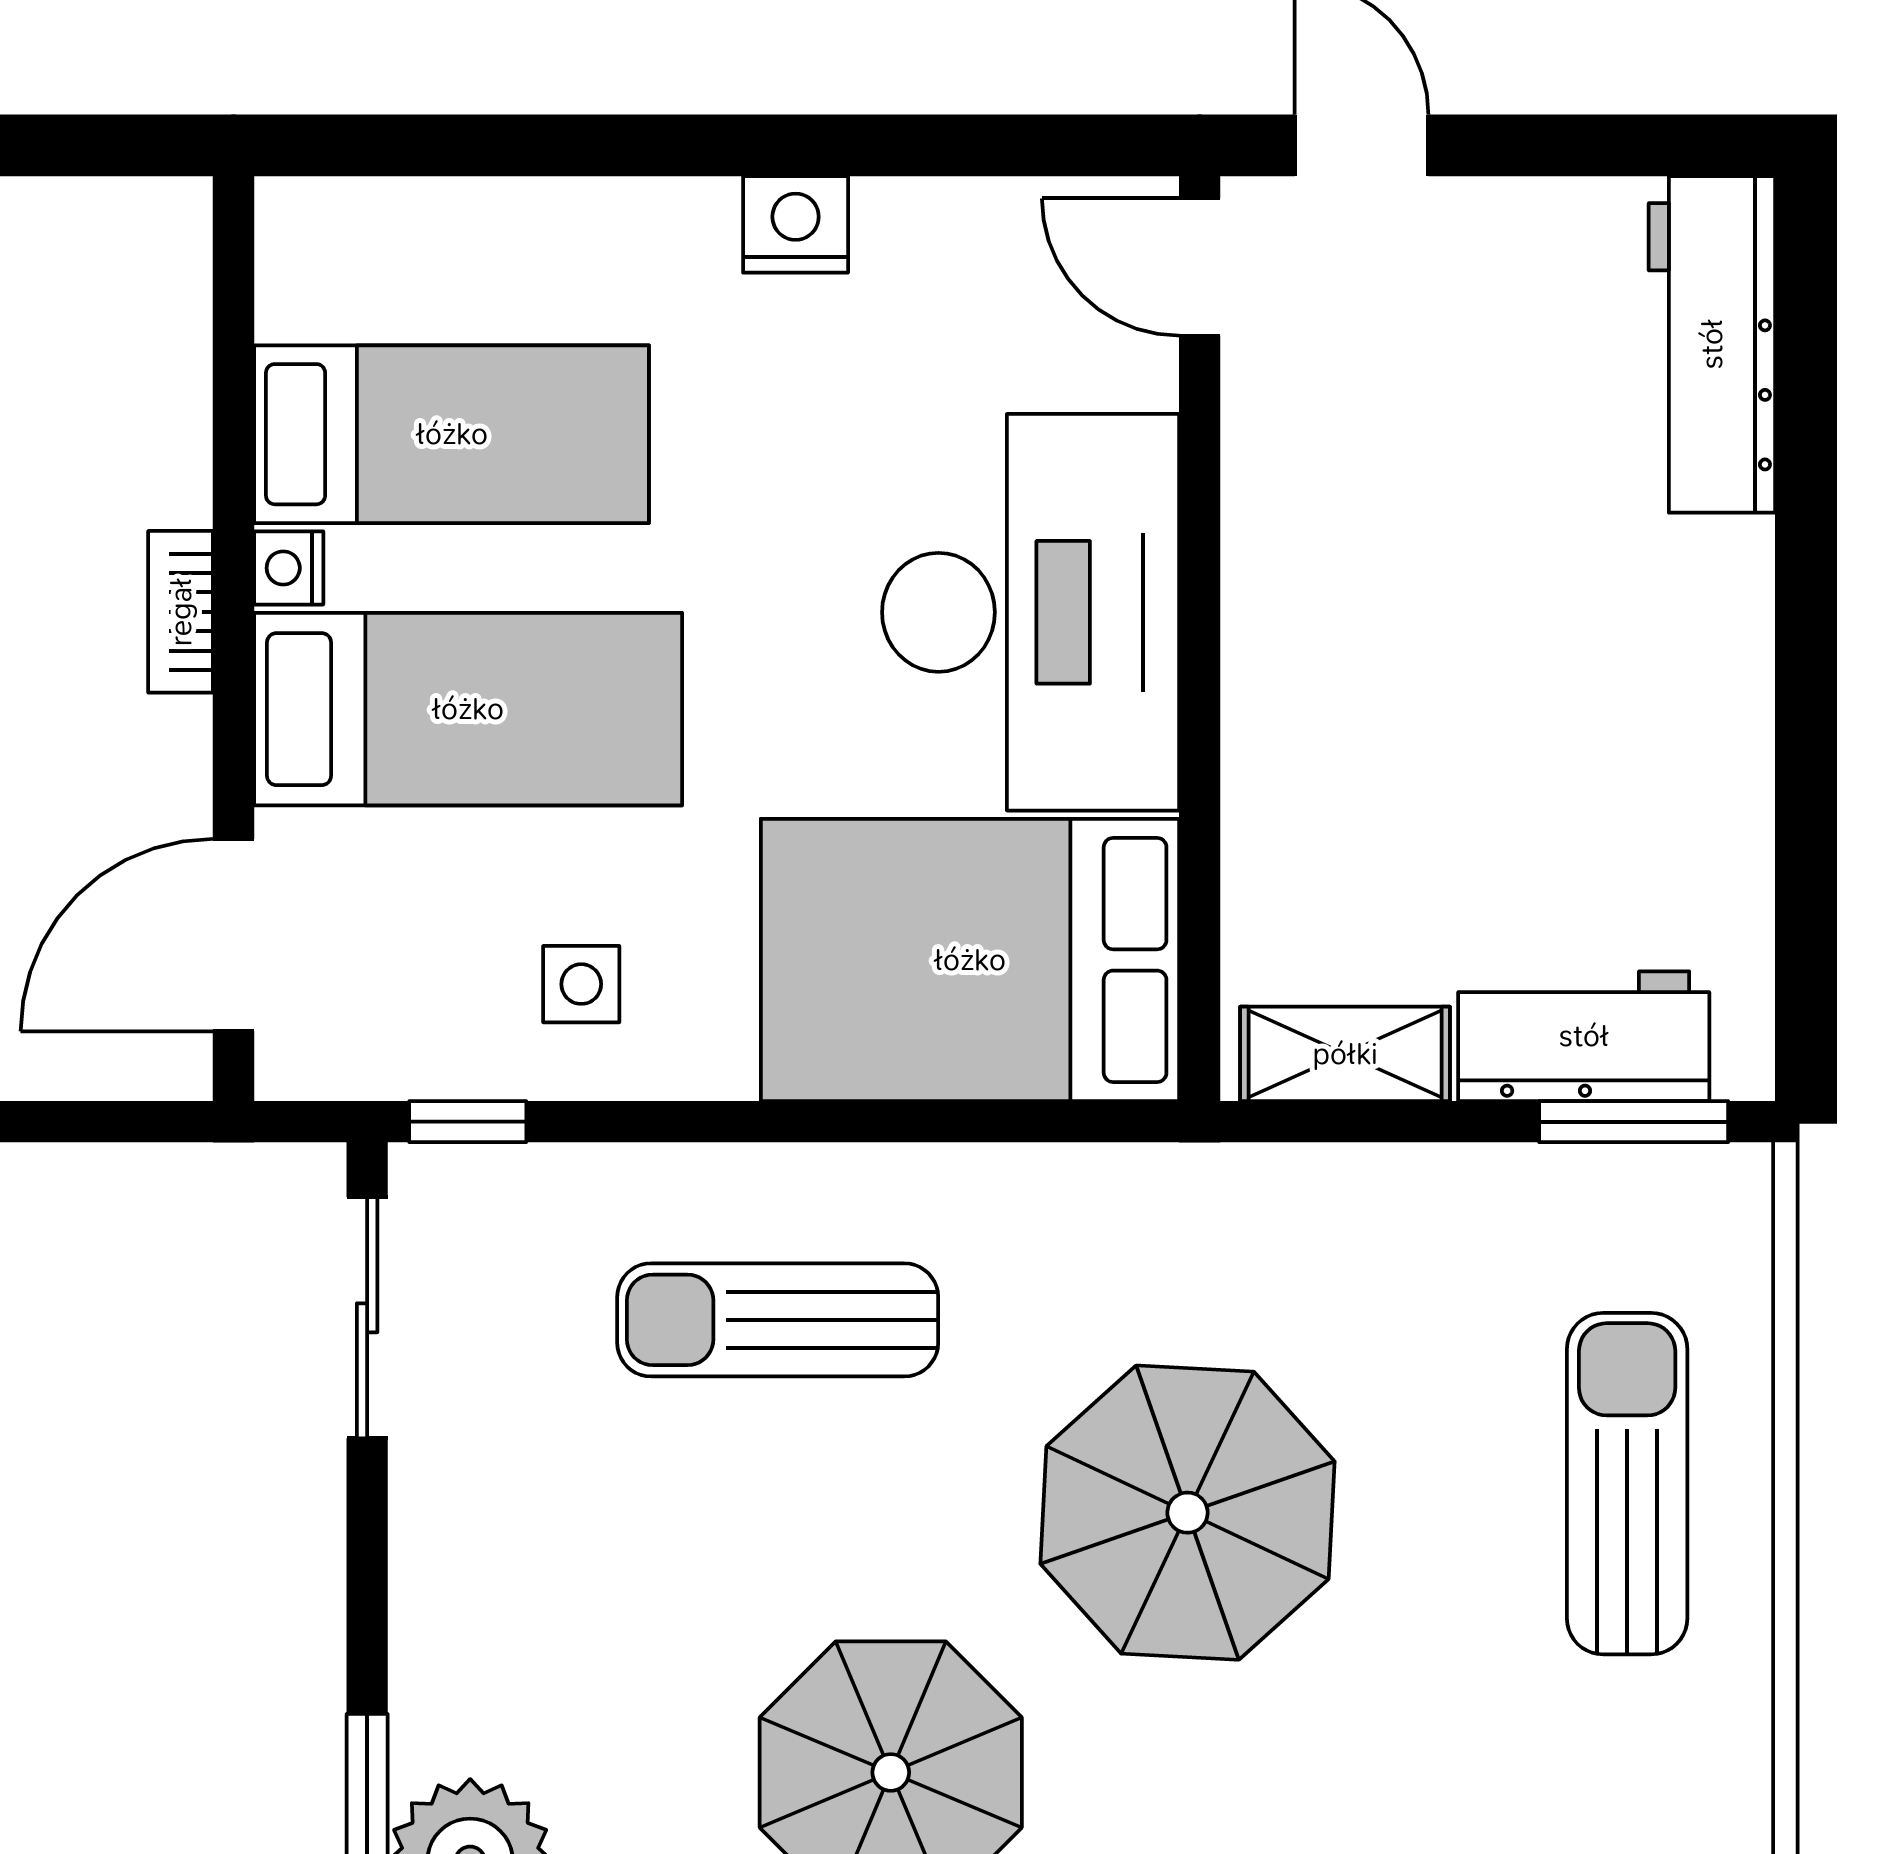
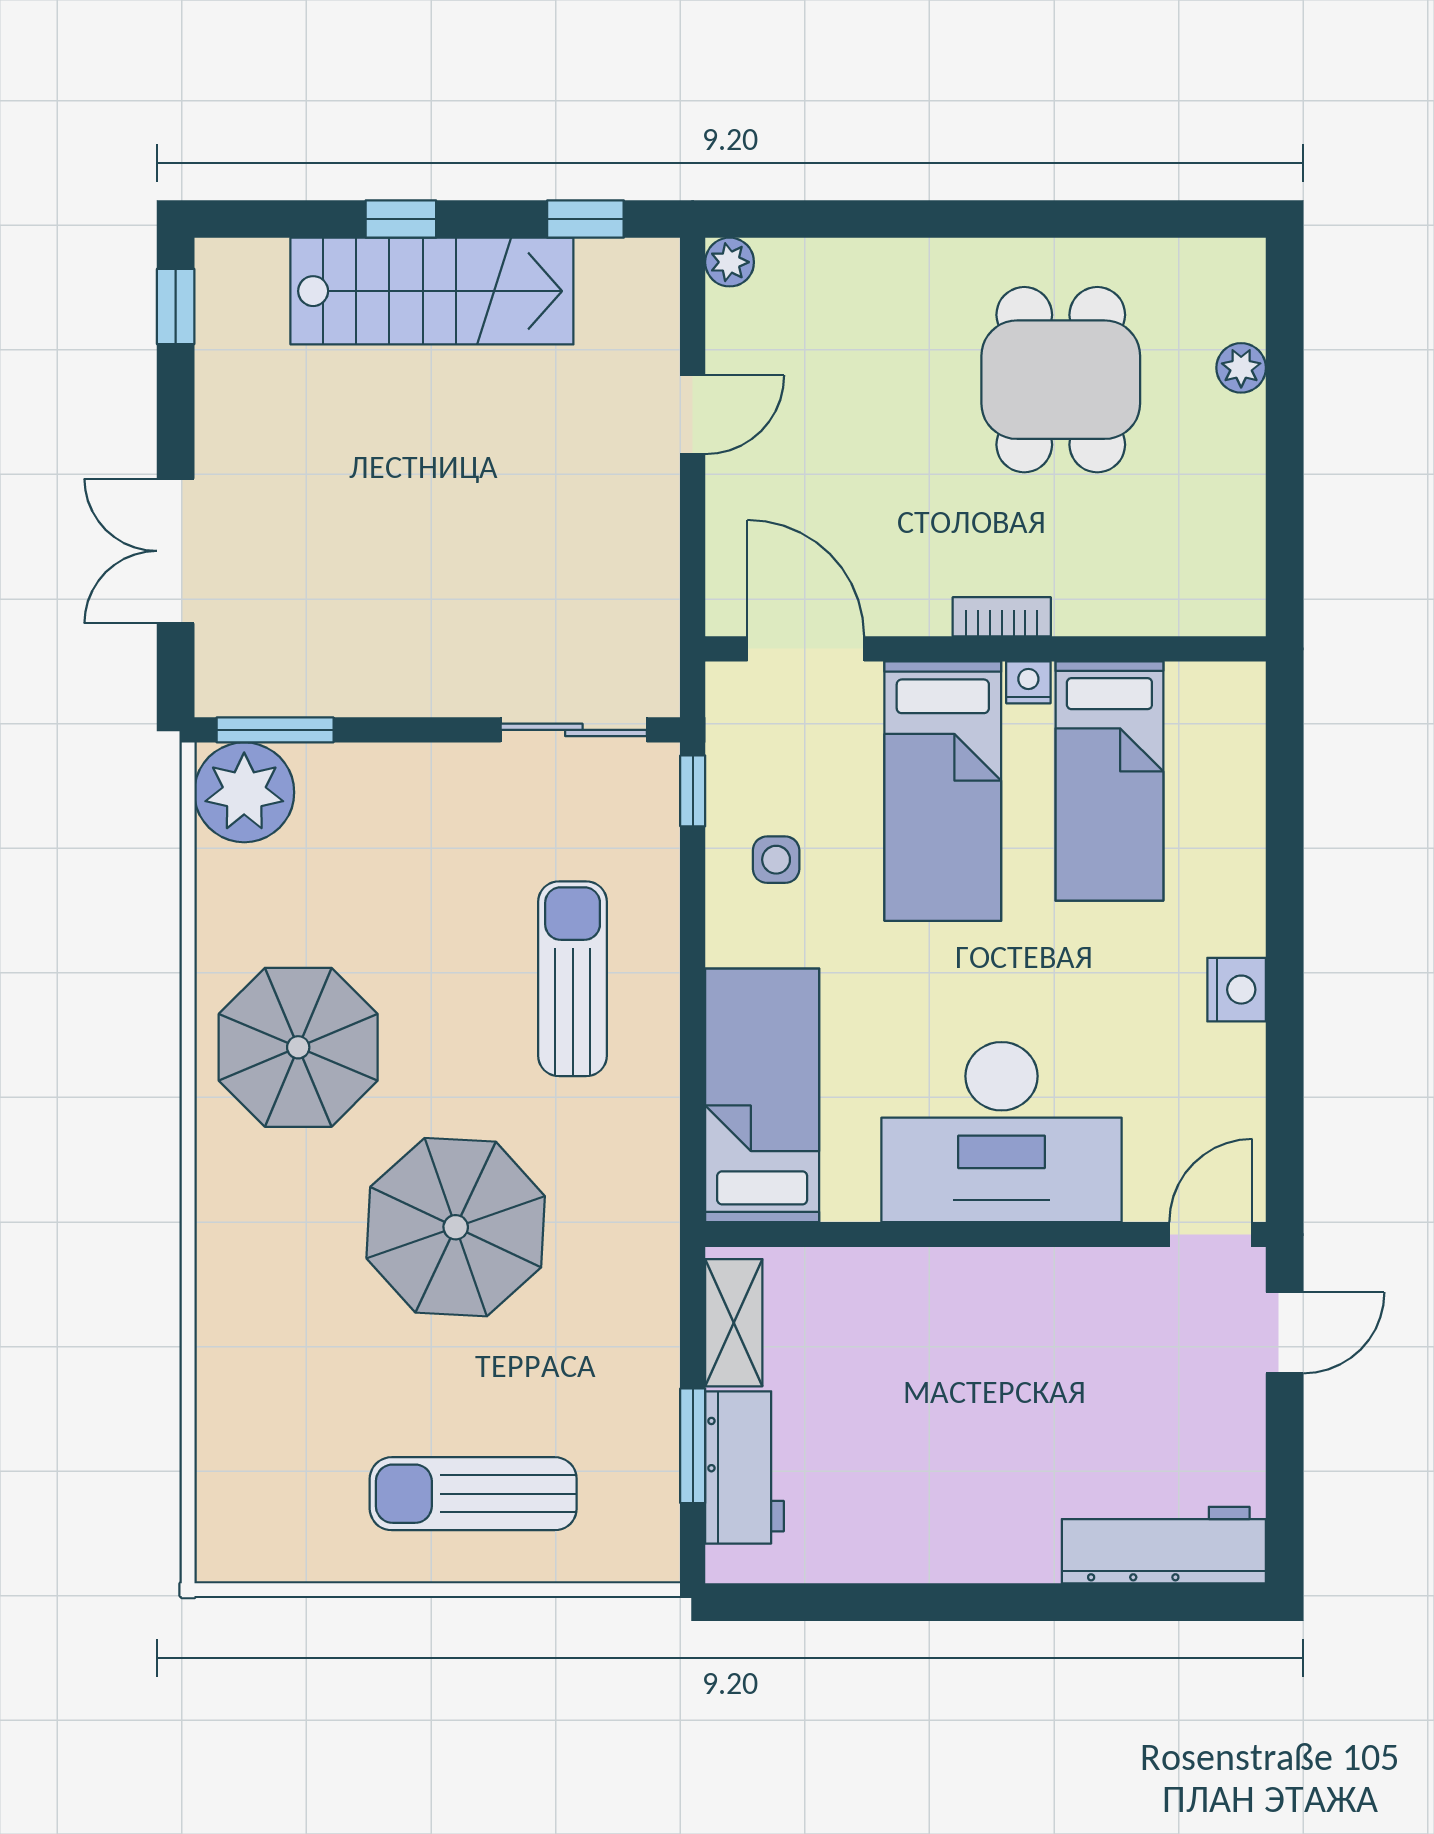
bed: (970, 960) -> (762, 1095), width x0.67
window: (1634, 1122) -> (693, 1446), moved
sun lounger: (1627, 1484) -> (473, 1494), turned 180

